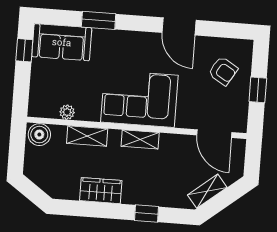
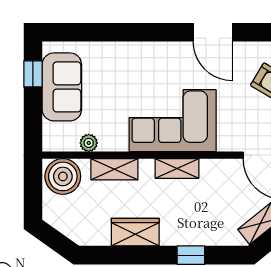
window: (99, 20) -> (118, 32), removed
sofa: (62, 42) -> (62, 87), moved, turned -90
boiler: (39, 135) -> (63, 176), width x1.37, depth x1.37

